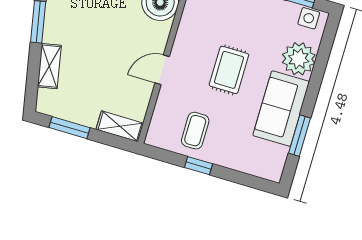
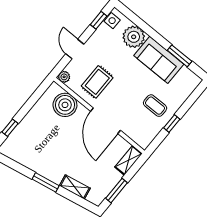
door: (162, 70) -> (106, 121), width x1.87
rug: (229, 70) -> (97, 82), moved, turned 90
coffee table: (195, 131) -> (155, 106), moved

